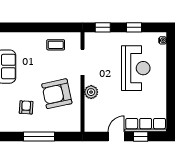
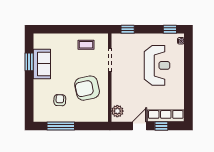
window: (134, 27) -> (170, 29), moved
plant: (91, 92) -> (117, 111), moved
window: (39, 136) -> (61, 126), moved

